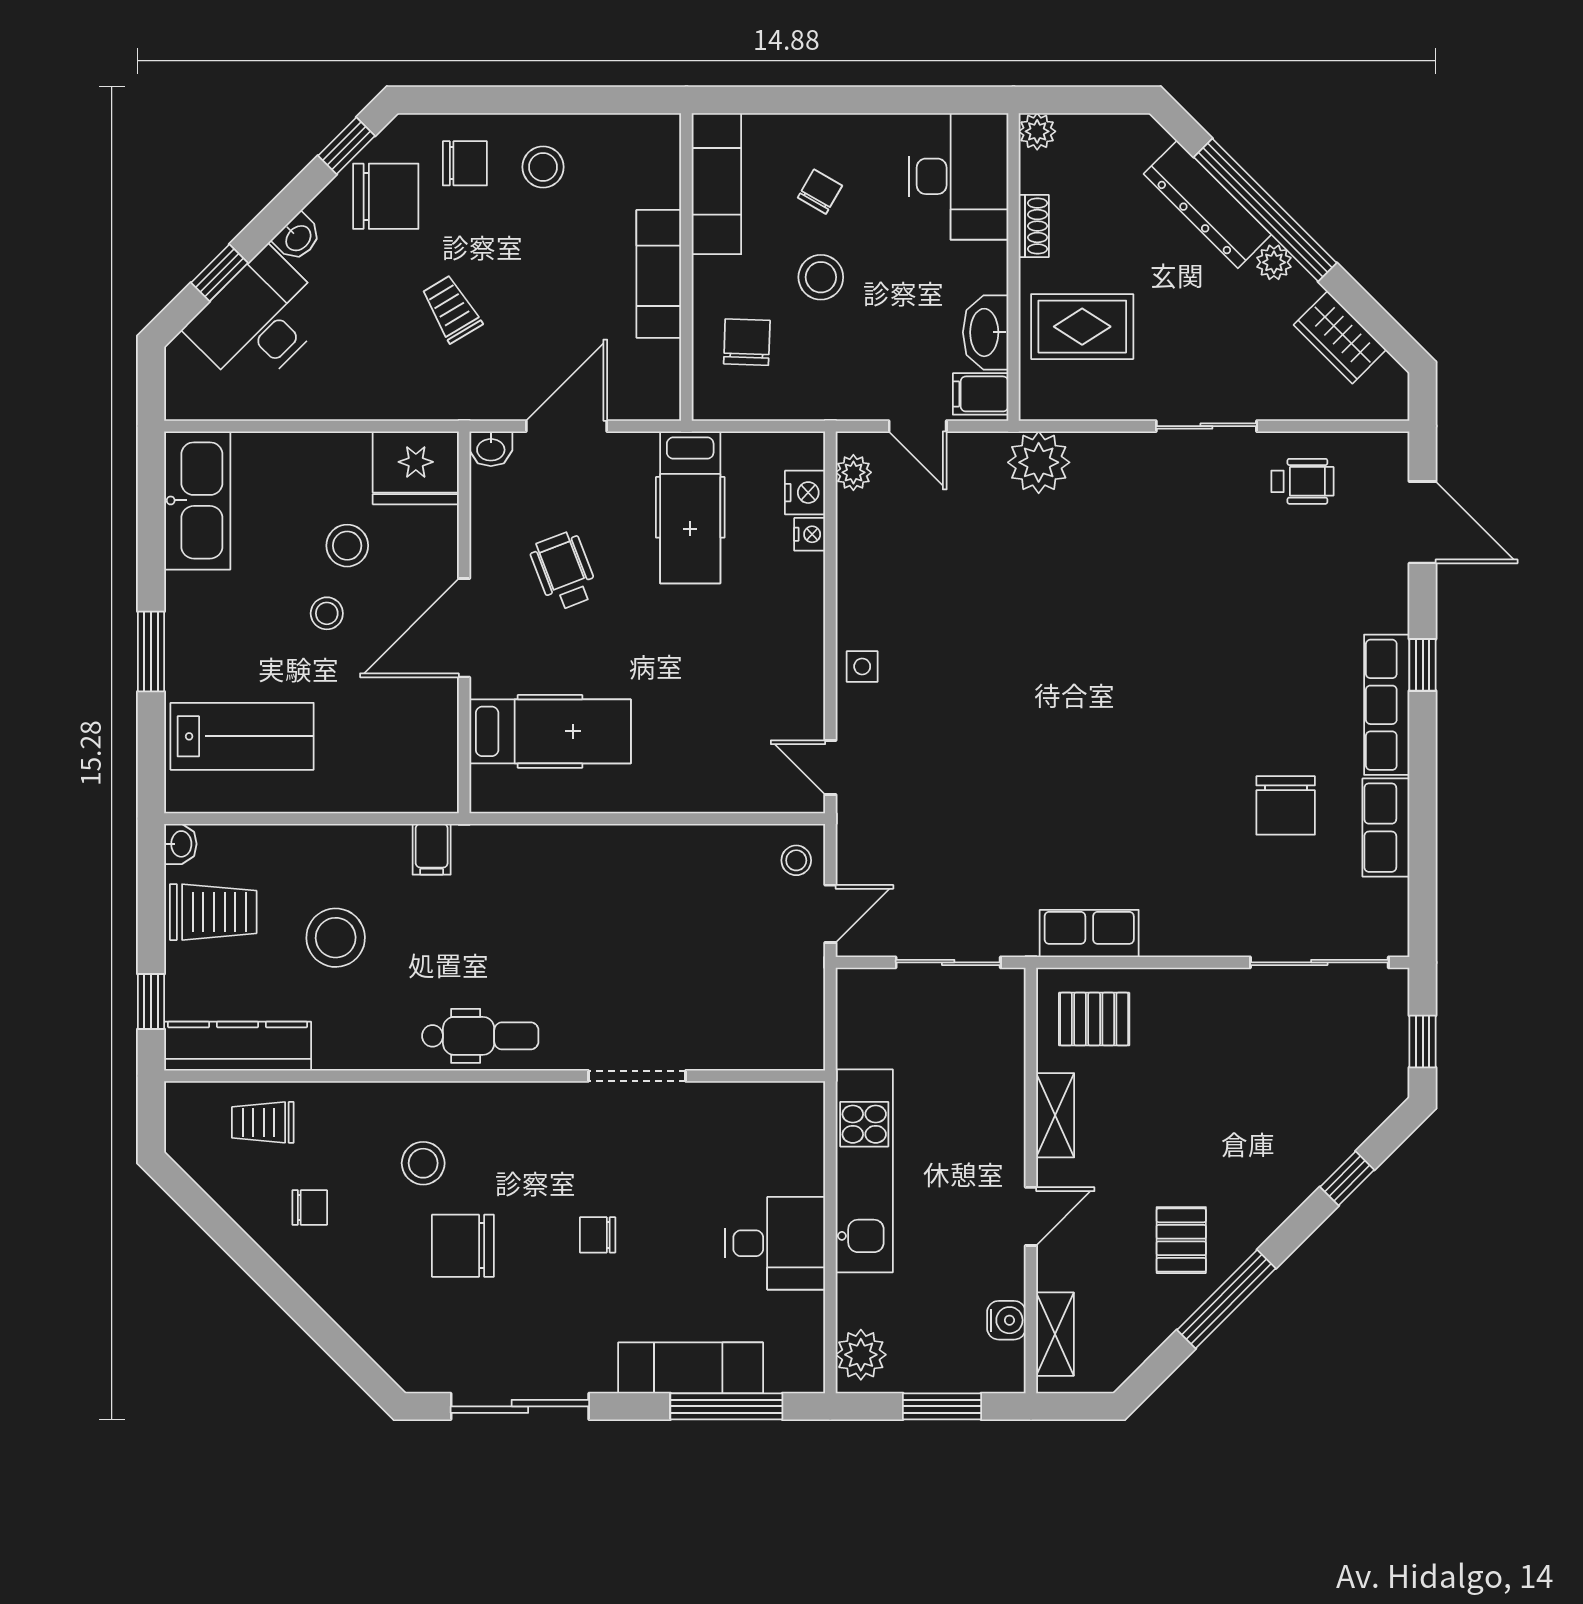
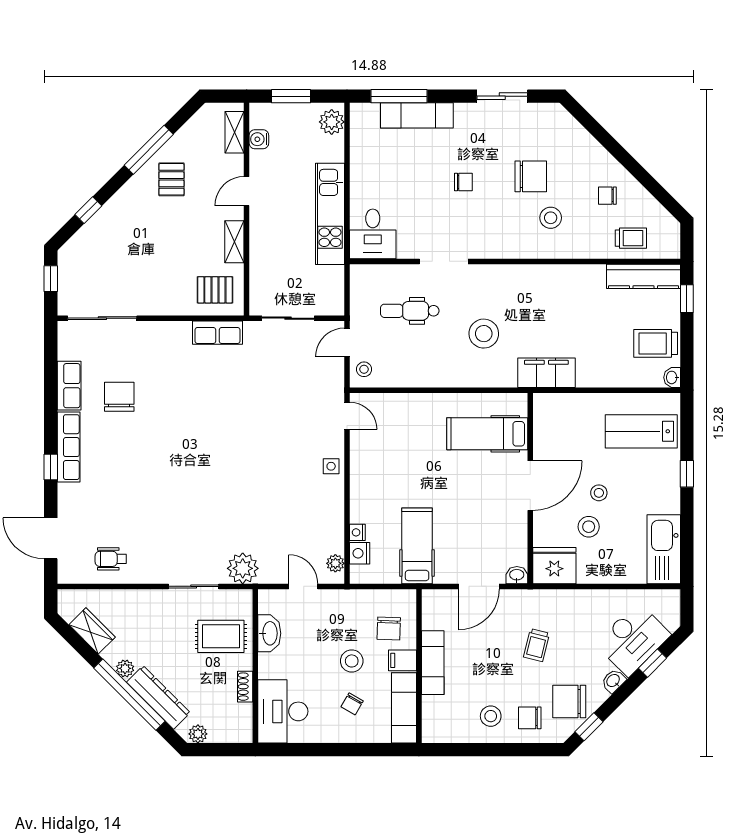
plant: (1037, 131) -> (198, 734), moved
trolley: (451, 309) -> (537, 645), turned 45
filing cabinet: (981, 394) -> (402, 660), moved, turned 180
sliding door: (1206, 426) -> (194, 586), moved
wheelchair: (564, 571) -> (480, 514), removed
window: (151, 651) -> (687, 474), width x0.67
filing cabinet: (432, 849) -> (546, 373), width x3.00, depth x1.17
stool: (336, 938) -> (484, 334), moved
dental chair: (480, 1036) -> (410, 311), moved
desk: (775, 1243) -> (373, 234), moved, turned -90
sliding door: (520, 1406) -> (502, 96), width x0.73

